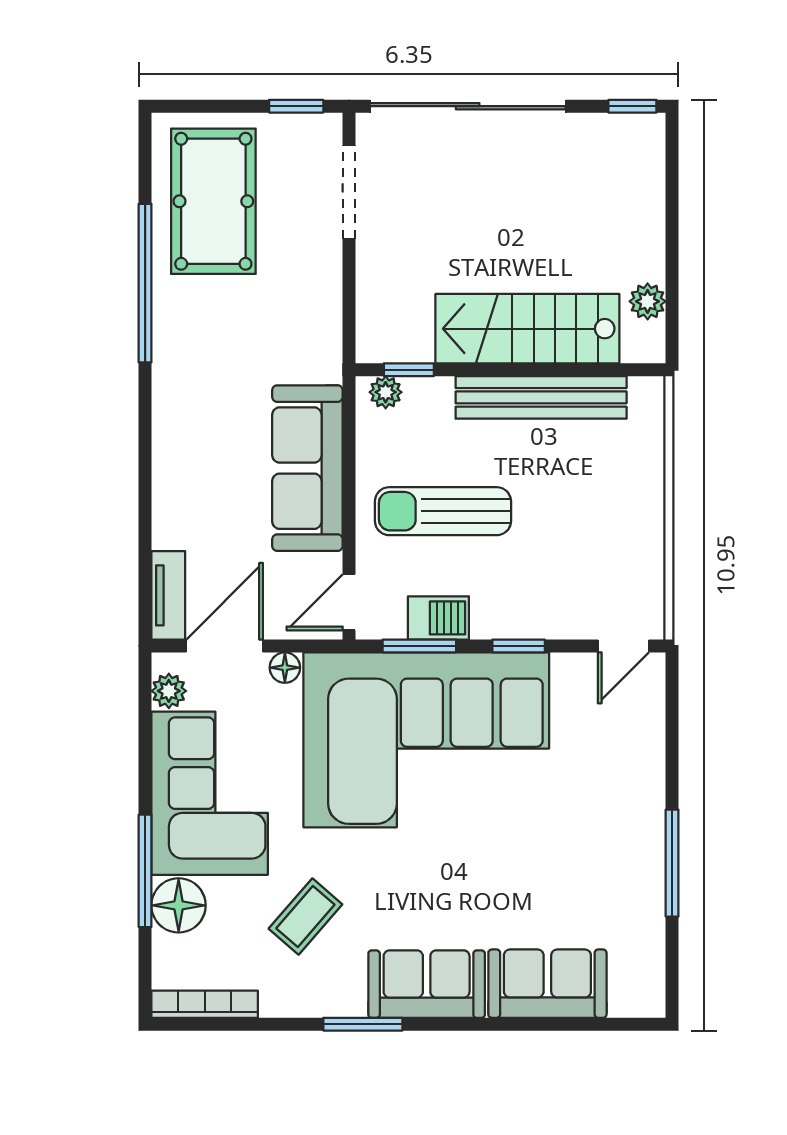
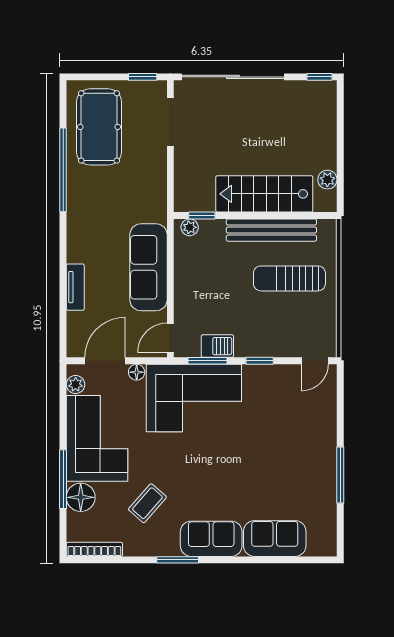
sun lounger: (443, 511) -> (289, 278), moved
tv unit: (168, 595) -> (75, 287), moved
corner sofa: (426, 740) -> (194, 398), width x0.73, depth x0.74

